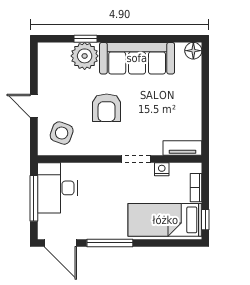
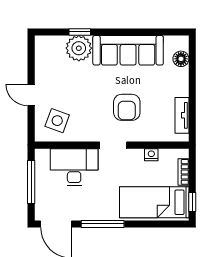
floor lamp: (193, 51) -> (181, 59), moved
armchair: (107, 108) -> (127, 107), moved
tv unit: (182, 148) -> (182, 115), moved, turned -90
doorway: (136, 159) -> (113, 145), moved
desk: (57, 188) -> (74, 167), moved, turned 90

